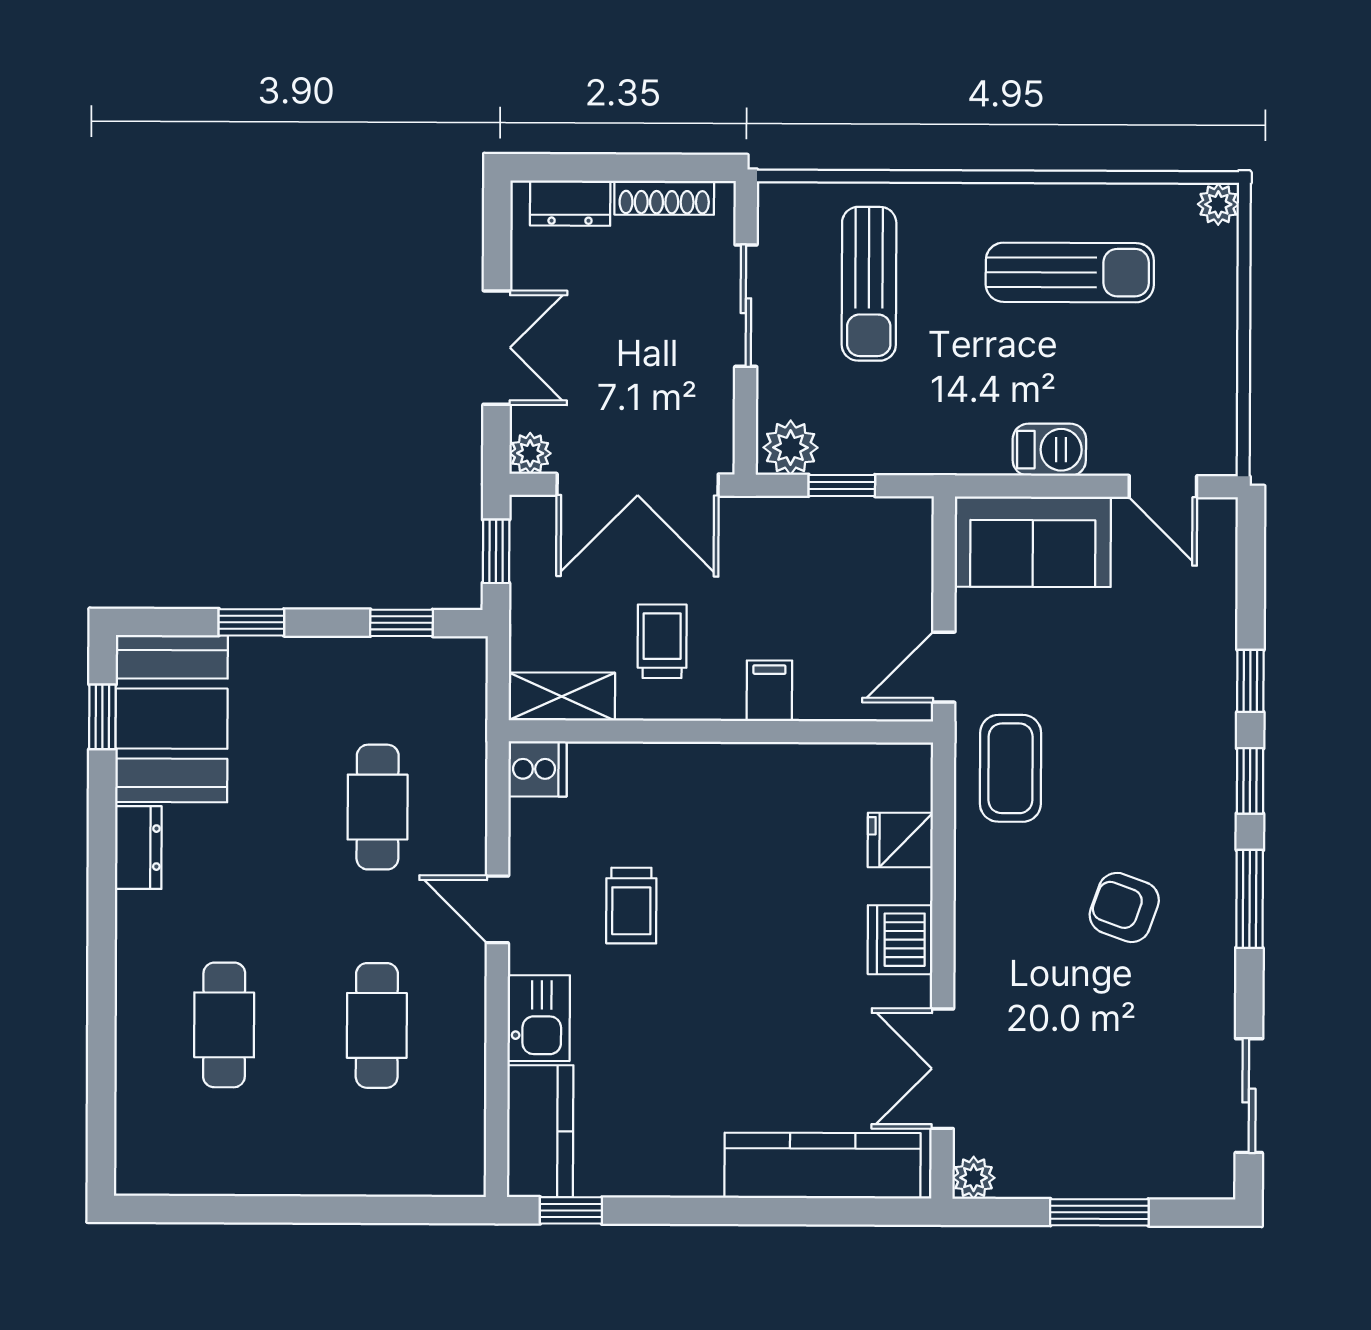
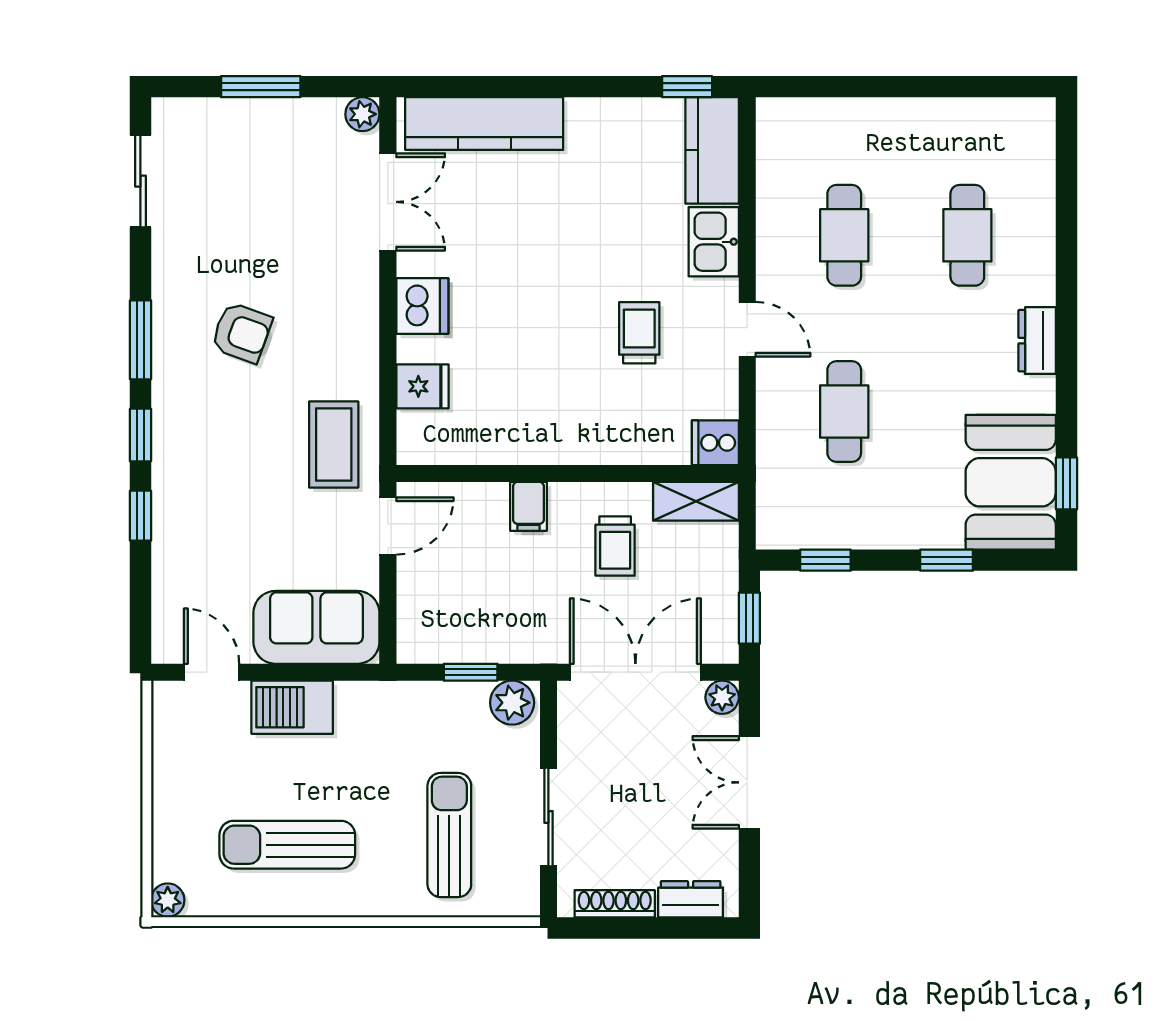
barbecue: (1049, 450) -> (292, 707), width x1.38, depth x1.27
dresser: (138, 848) -> (1037, 341), moved

